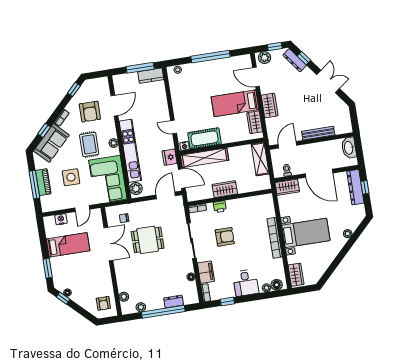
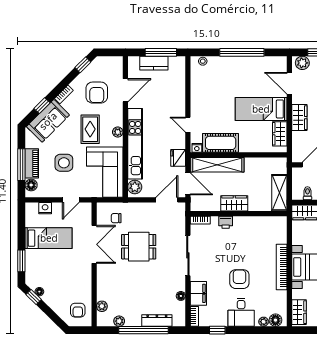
kitchen counter: (151, 76) -> (154, 63), moved
shelving: (260, 159) -> (279, 193), moved
floor lamp: (46, 201) -> (31, 185), added
armchair: (225, 237) -> (239, 279), moved, turned -90
dresser: (174, 301) -> (157, 320), width x1.44

